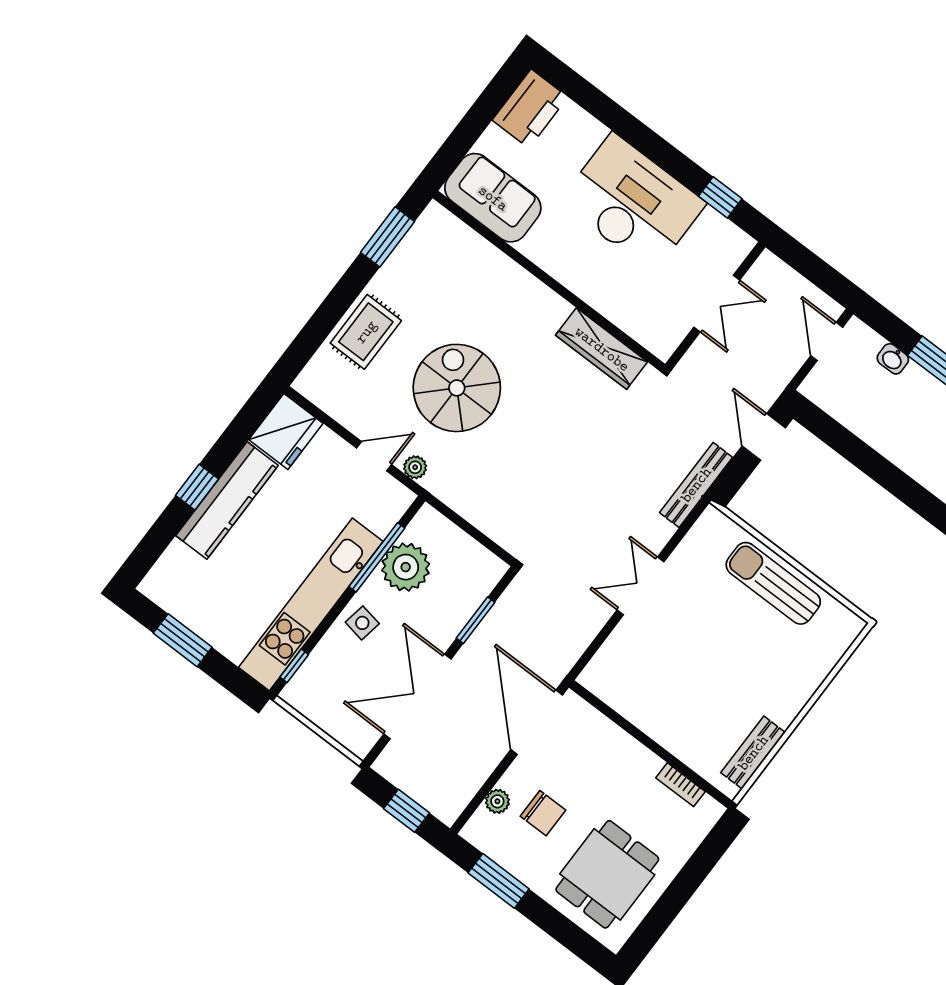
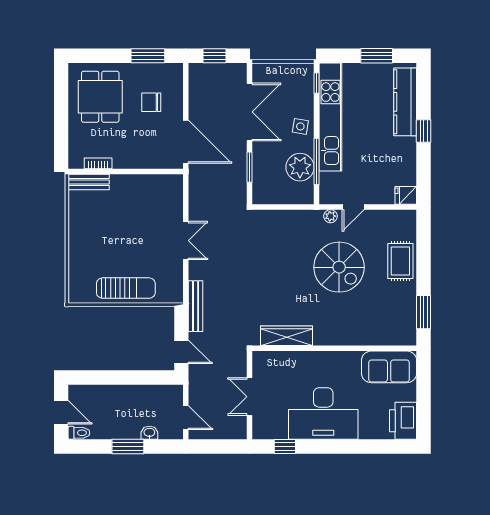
fridge: (286, 431) -> (406, 195), width x0.53, depth x0.75
kitchen counter: (227, 500) -> (405, 102), moved
bench: (753, 753) -> (89, 182), moved, turned 90
plant: (497, 801) -> (176, 92), removed

